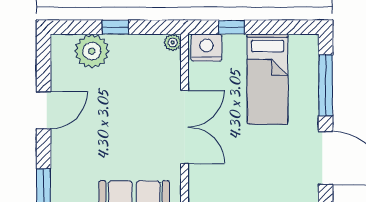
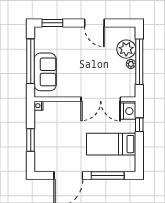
window: (115, 27) -> (139, 62), width x3.17
plant: (173, 42) -> (131, 64), moved
double door: (185, 127) -> (101, 99), moved

